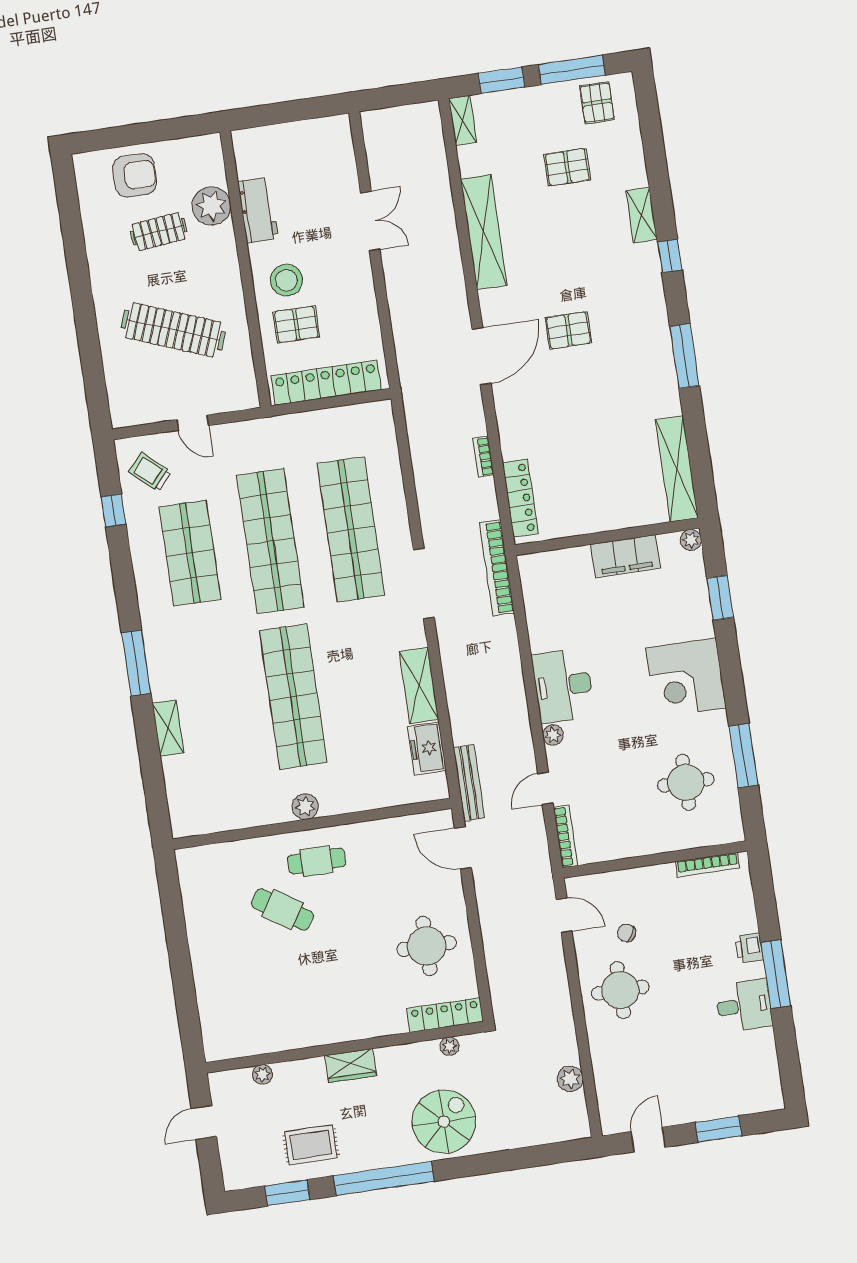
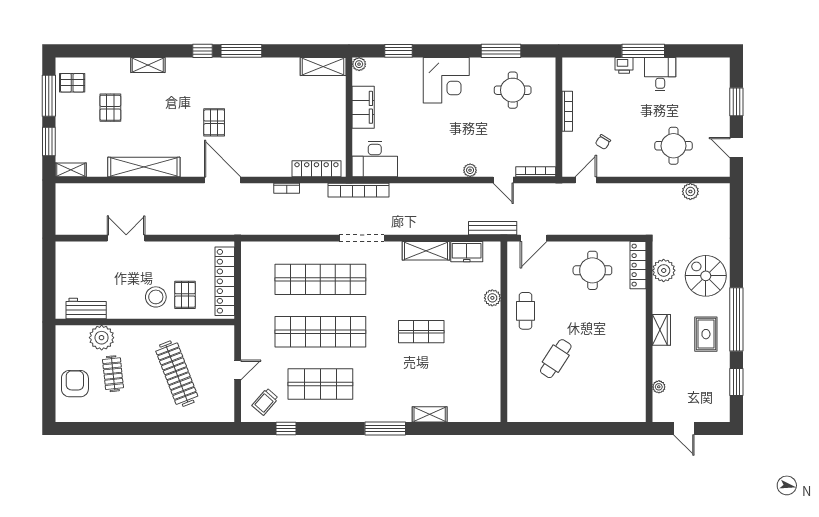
workbench: (258, 210) -> (86, 308), moved
window: (670, 256) -> (203, 51), moved
clothes rail: (173, 330) -> (177, 374), turned -42
shelving: (677, 469) -> (323, 66), width x0.68
desk: (563, 686) -> (375, 159), moved
shop shelf: (293, 697) -> (421, 332), width x0.50, depth x0.74
plant: (305, 807) -> (492, 298), moved
cafe table: (317, 861) -> (525, 311), moved
bookcase: (708, 865) -> (567, 111), moved
round table: (620, 990) -> (673, 146), moved
plant: (449, 1046) -> (664, 270), width x1.88, depth x1.88
rug: (311, 1145) -> (706, 334), moved

